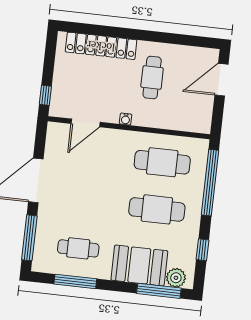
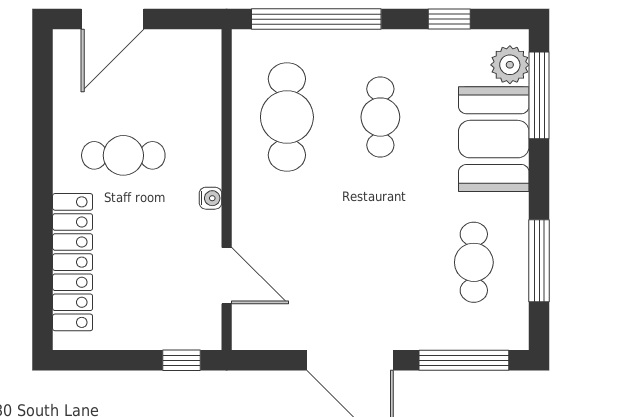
door: (222, 80) -> (112, 19), hinge flipped
cafe table: (157, 209) -> (380, 117), width x0.73, depth x0.74

